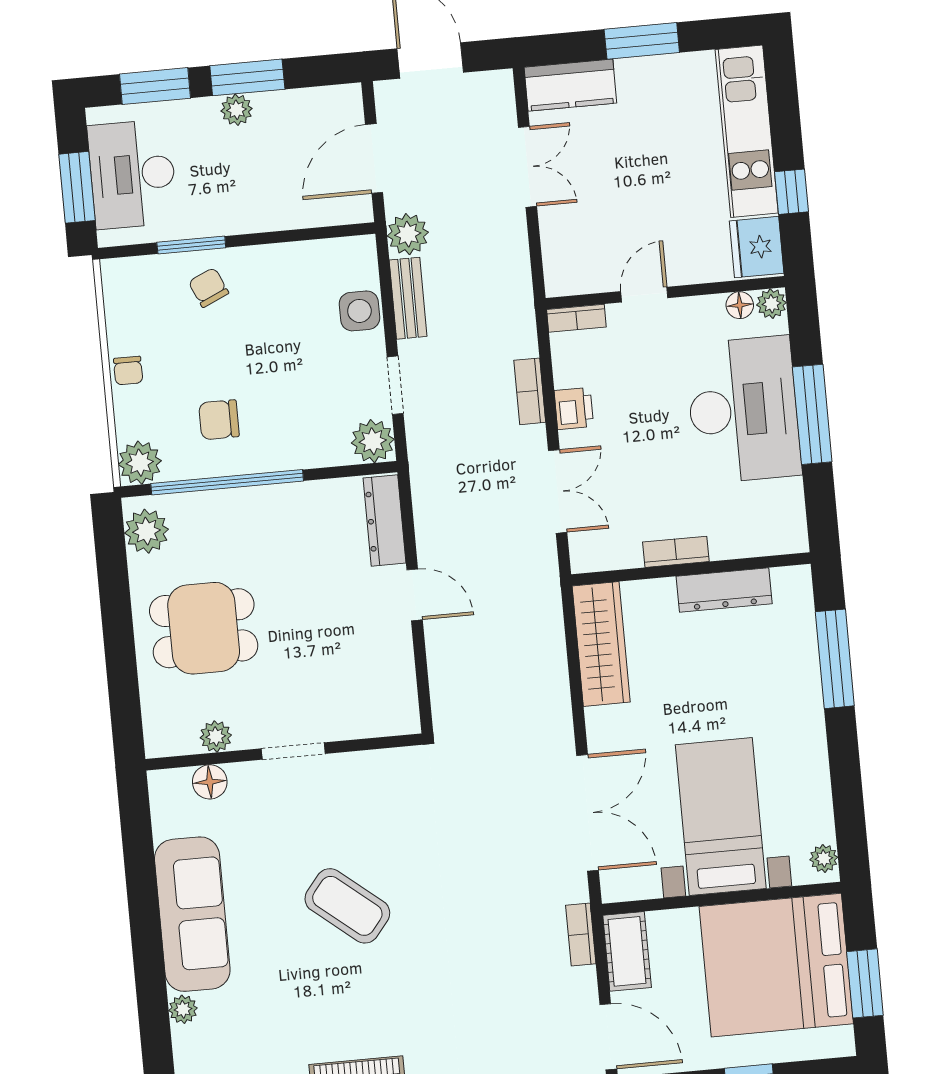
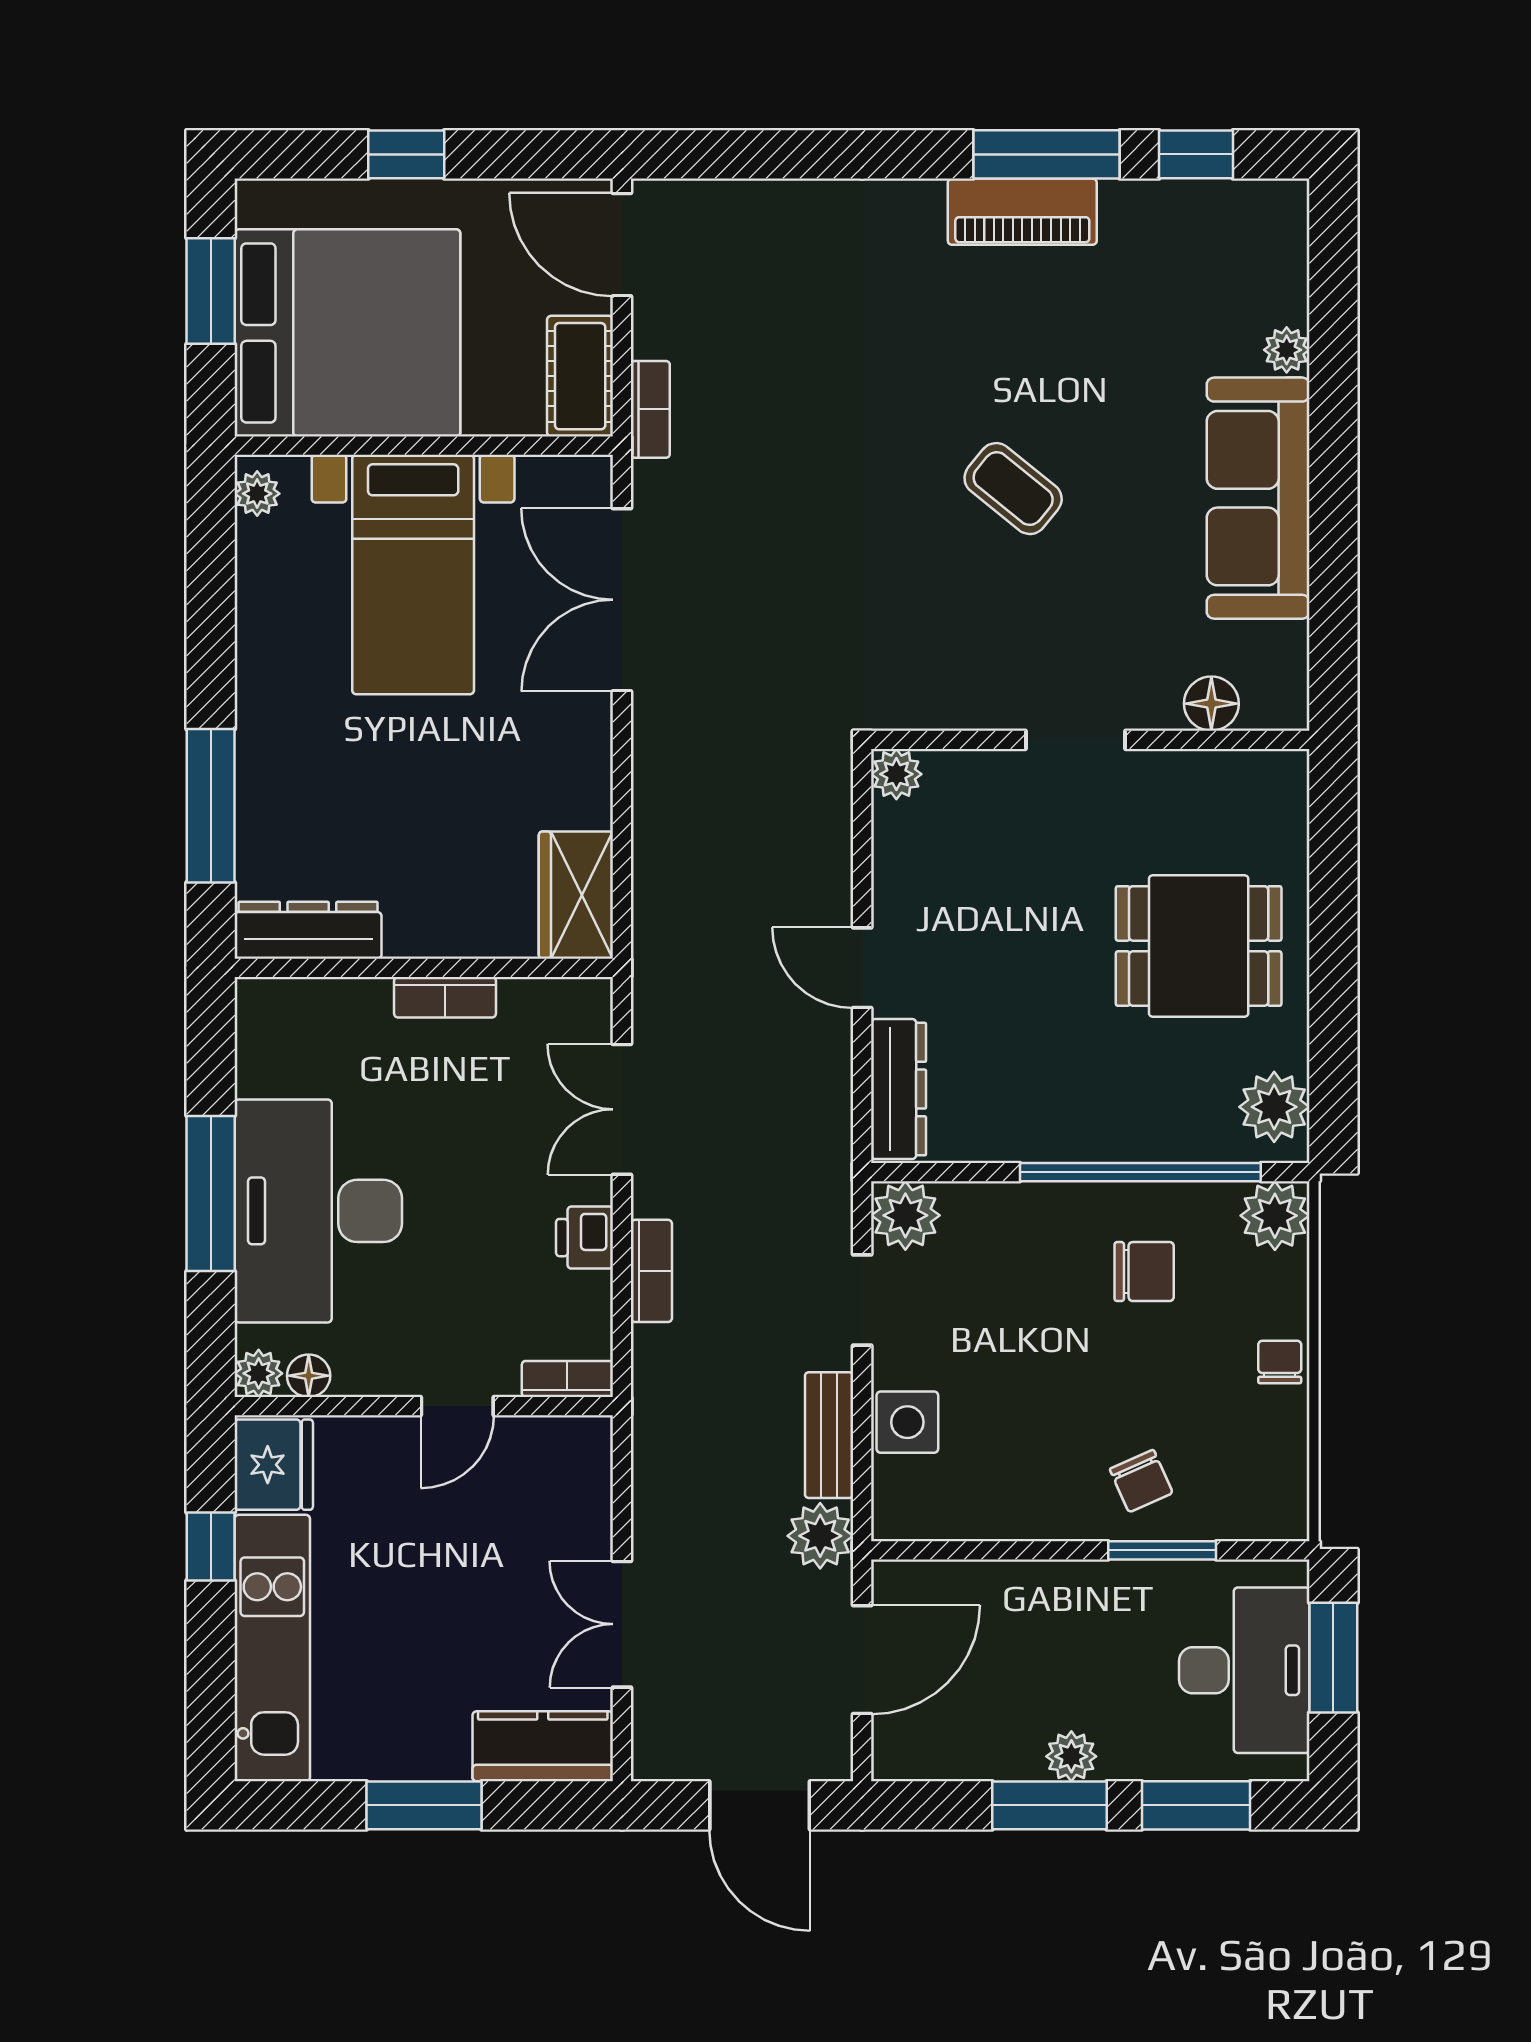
dresser: (724, 590) -> (308, 930), moved
wardrobe: (601, 644) -> (576, 895), width x0.67
plant: (216, 736) -> (896, 774), moved
coffee table: (347, 906) -> (1013, 489), width x0.73, depth x0.77

